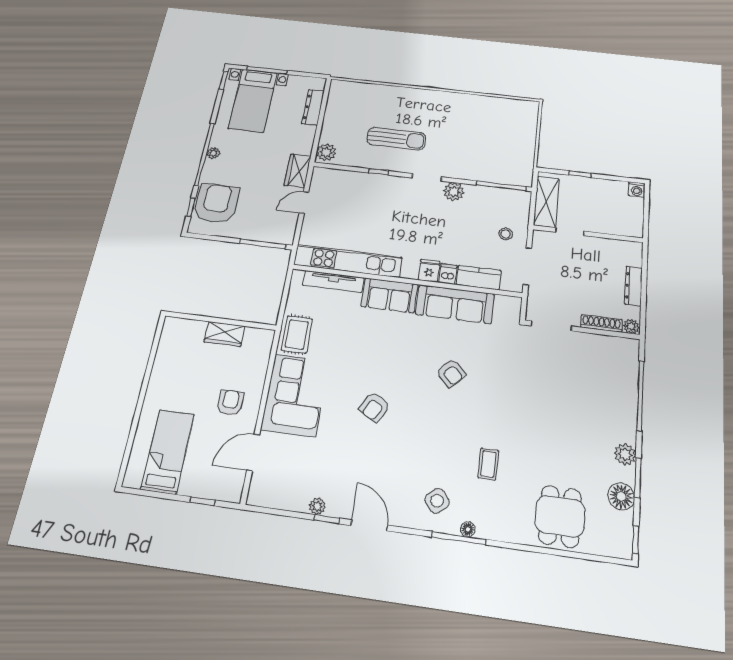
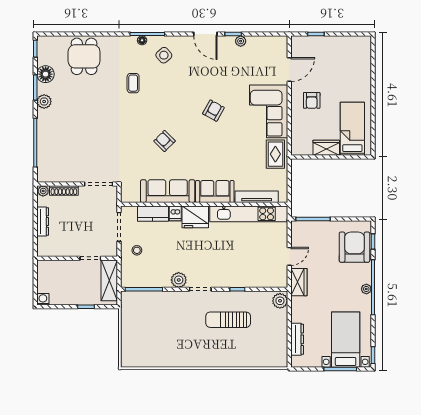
armchair: (216, 203) -> (354, 247), turned 180
fridge: (429, 271) -> (195, 217), width x1.88, depth x1.34
bed: (168, 452) -> (352, 129), moved, turned 180

